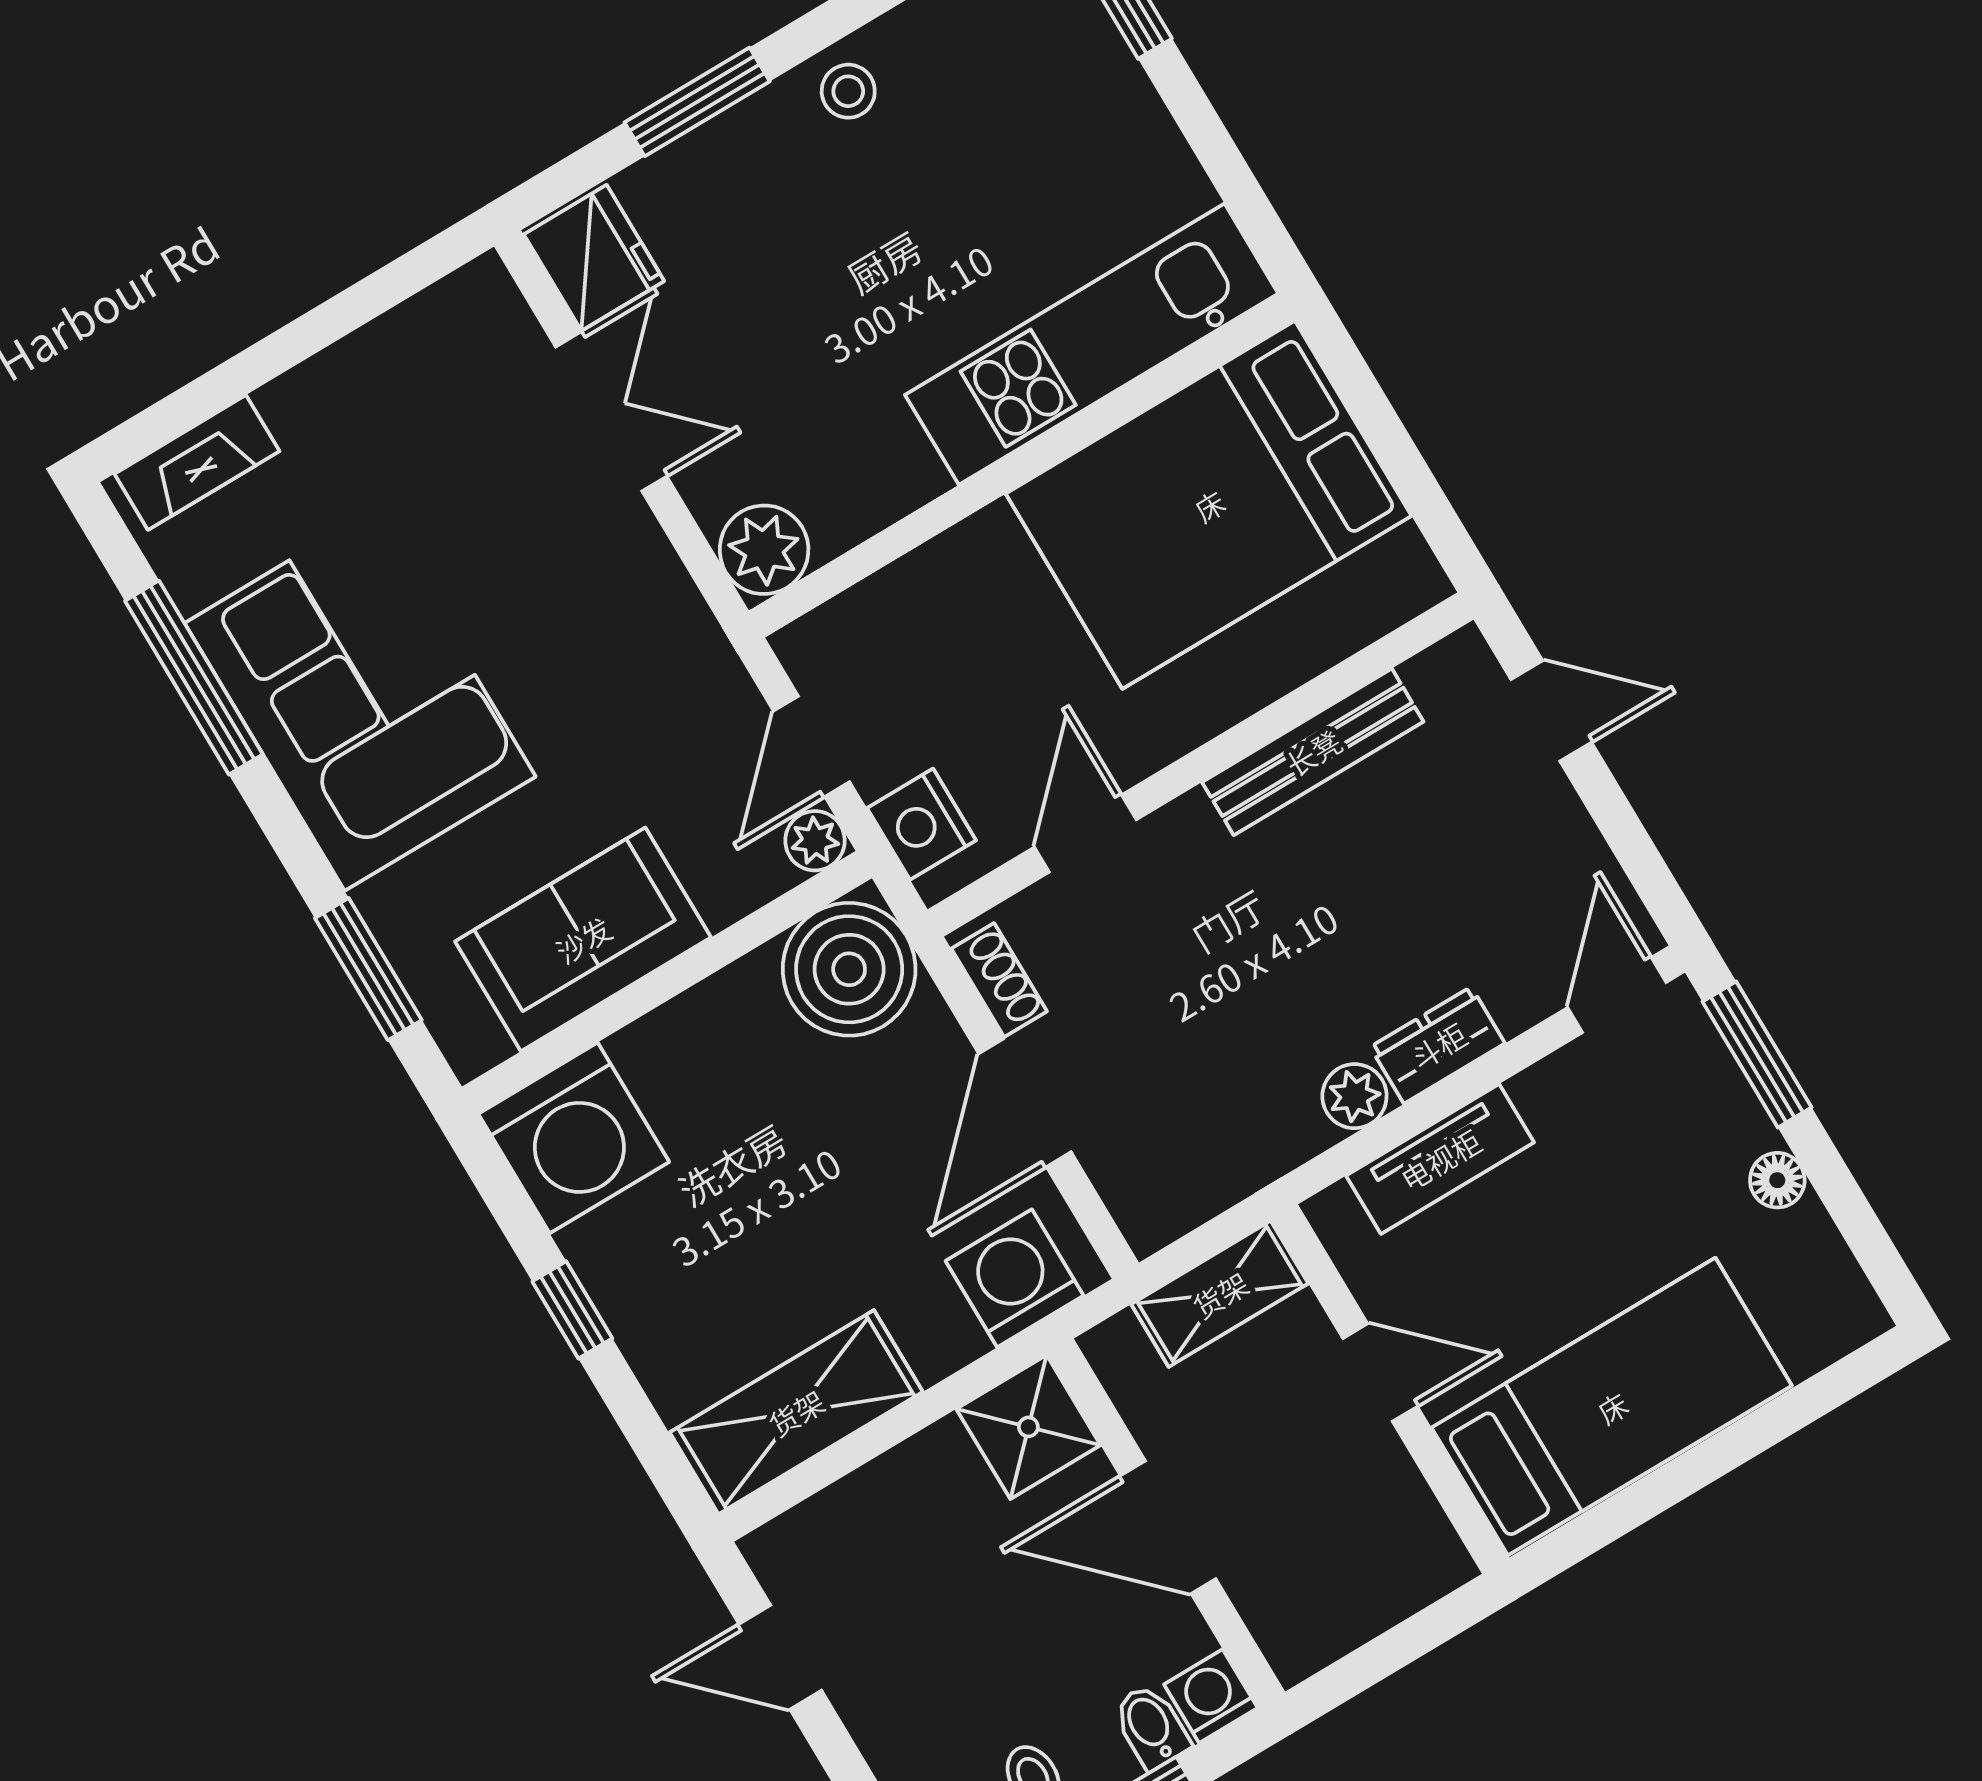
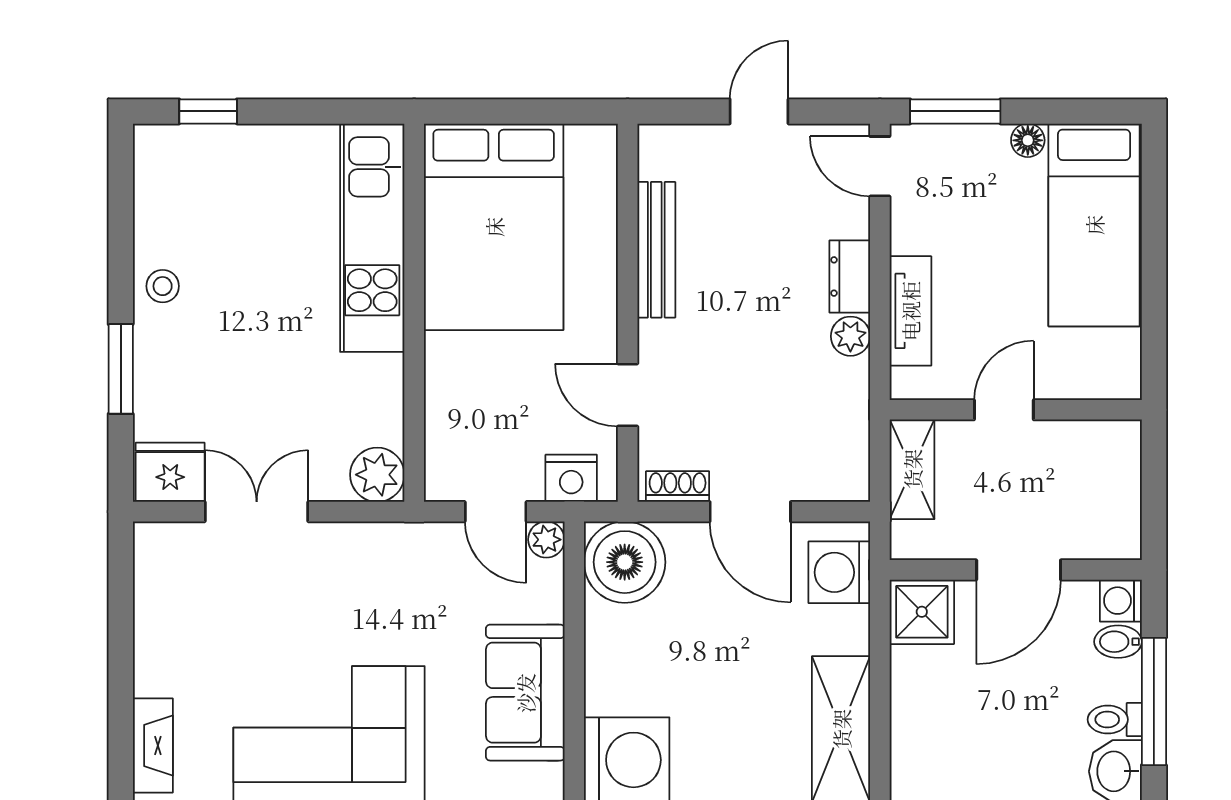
door: (1551, 711) -> (759, 111), moved
bed: (1612, 1407) -> (1094, 225), moved, turned 180

